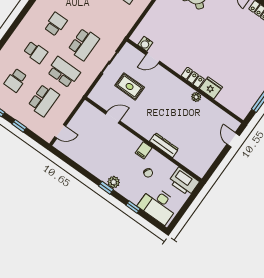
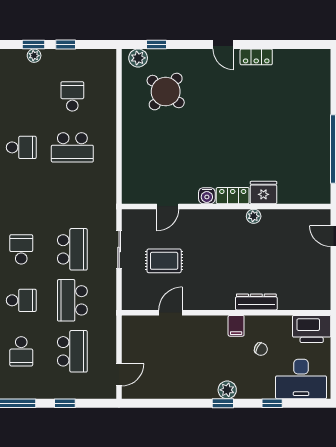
water cooler: (145, 44) -> (207, 196), moved
school desk: (64, 72) -> (72, 300), turned -90

